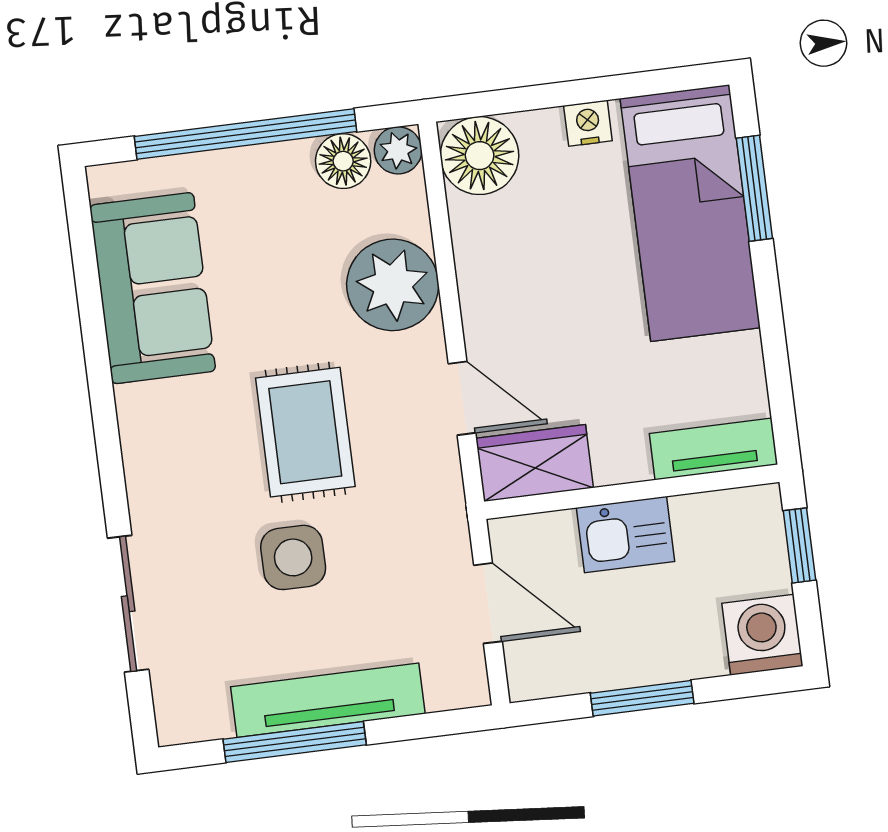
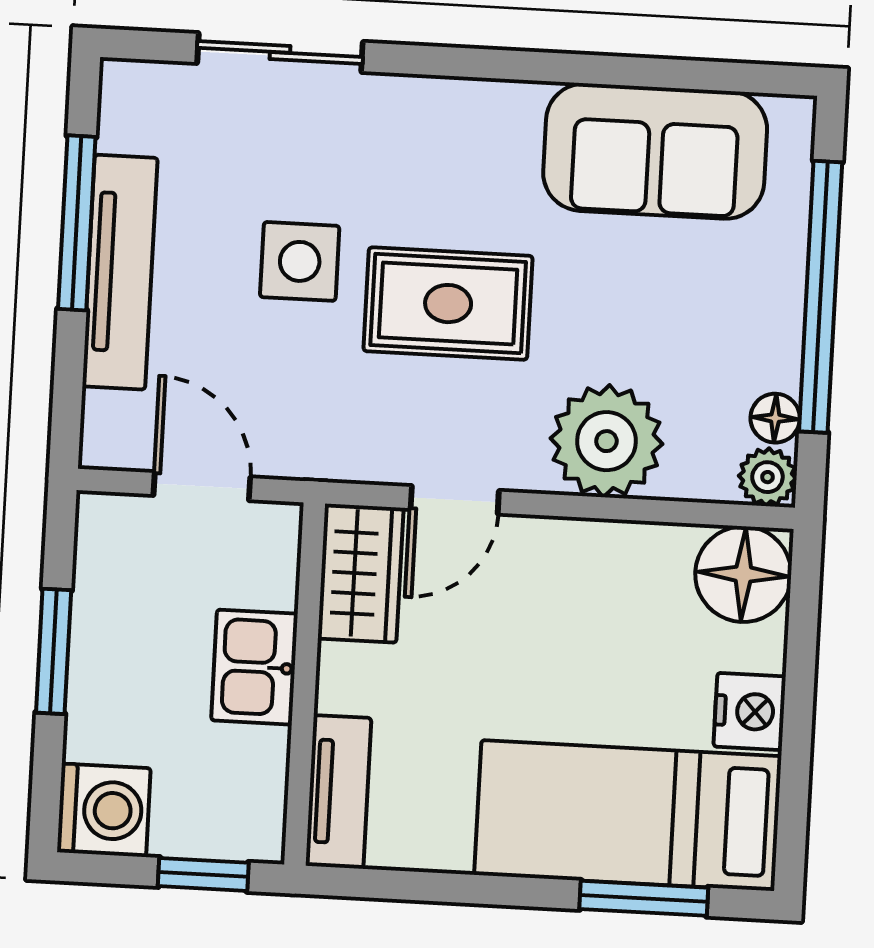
nightstand: (588, 123) -> (750, 712), width x1.39, depth x1.35
floor lamp: (343, 161) -> (775, 418), width x0.73, depth x0.73
door: (488, 603) -> (202, 486), swing flipped

